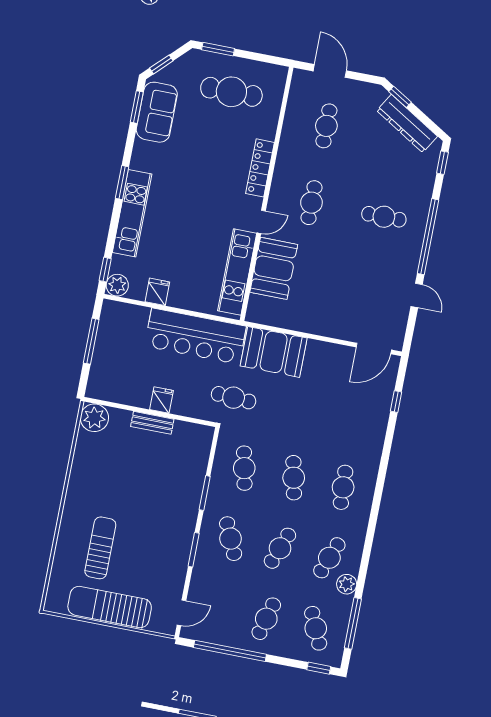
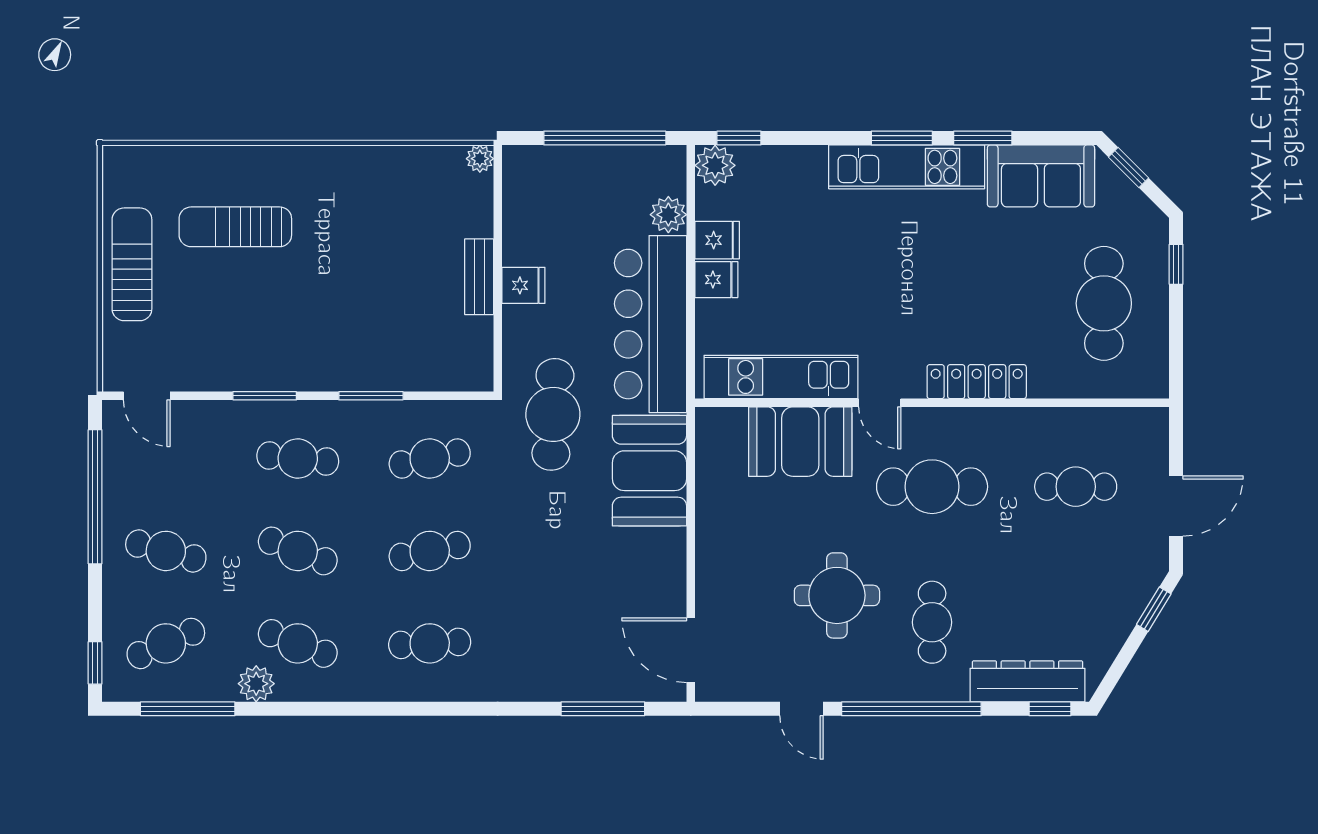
window: (218, 49) -> (1176, 264), width x0.67
door: (330, 71) -> (1176, 506), moved
window: (137, 107) -> (983, 138), moved
dresser: (407, 124) -> (1028, 681), moved, turned 59
cafe table: (311, 203) -> (932, 487), width x1.37, depth x1.35
kitchen unit: (132, 213) -> (907, 167), moved
round table: (360, 265) -> (837, 595), added
door: (417, 295) -> (802, 709), hinge flipped
fridge: (178, 296) -> (716, 280), added
plant: (139, 315) -> (668, 215), added
window: (91, 341) -> (605, 138), width x1.46
cafe table: (234, 398) -> (553, 414), width x1.37, depth x1.35
window: (396, 402) -> (603, 709), width x2.17
plant: (94, 418) -> (480, 159), width x0.53, depth x0.53
cafe table: (231, 539) -> (298, 459), turned 30
sun lounger: (100, 548) -> (235, 227), turned 180
sun lounger: (110, 607) -> (132, 264), width x0.73, depth x0.75

